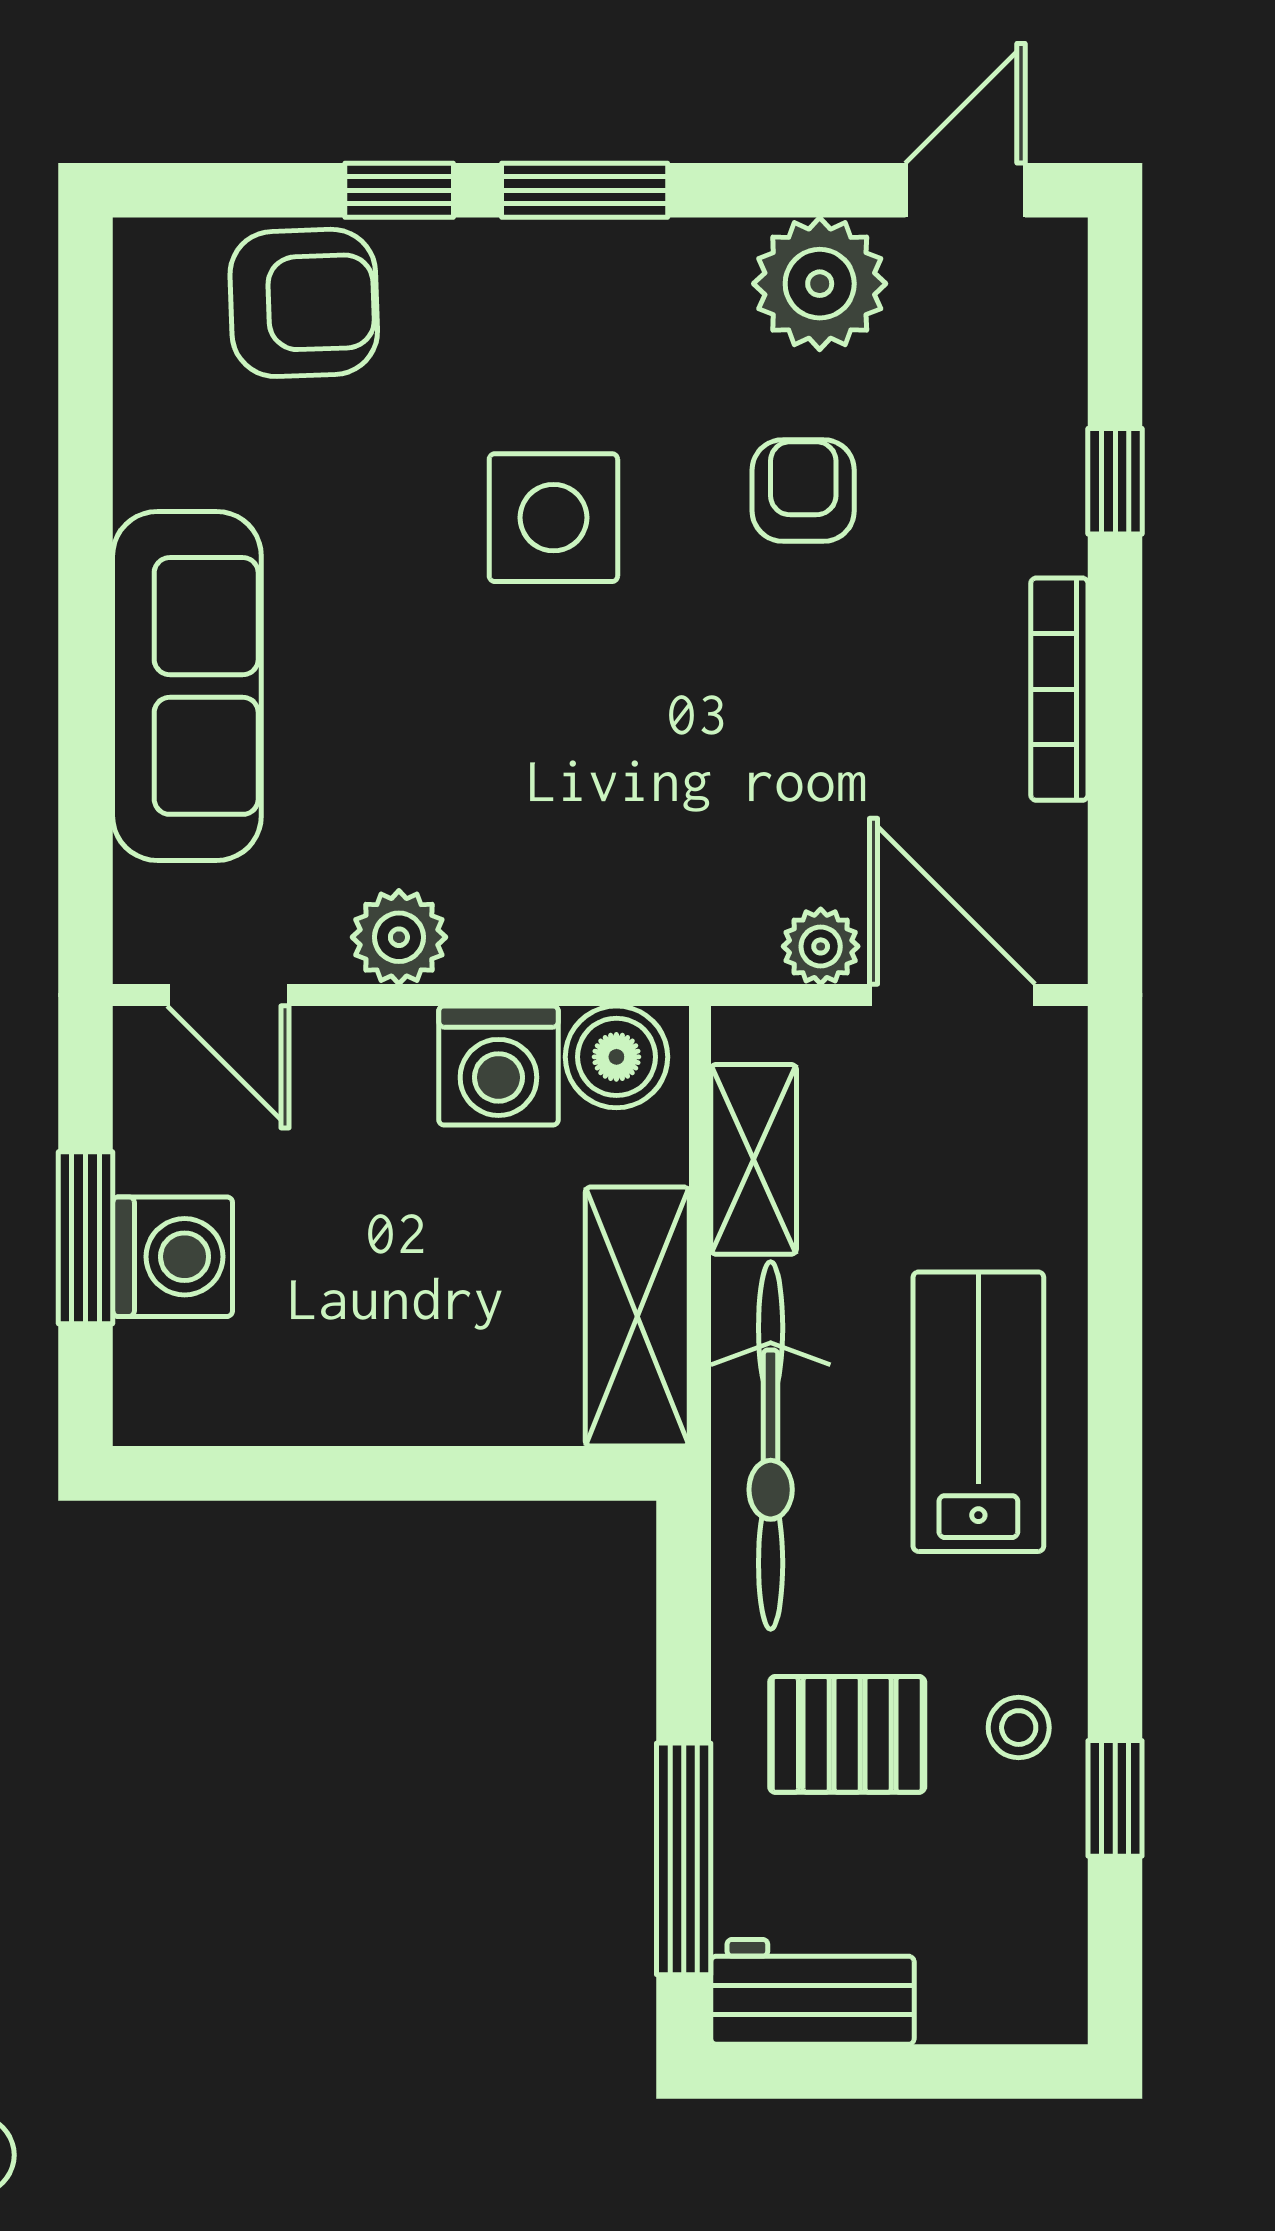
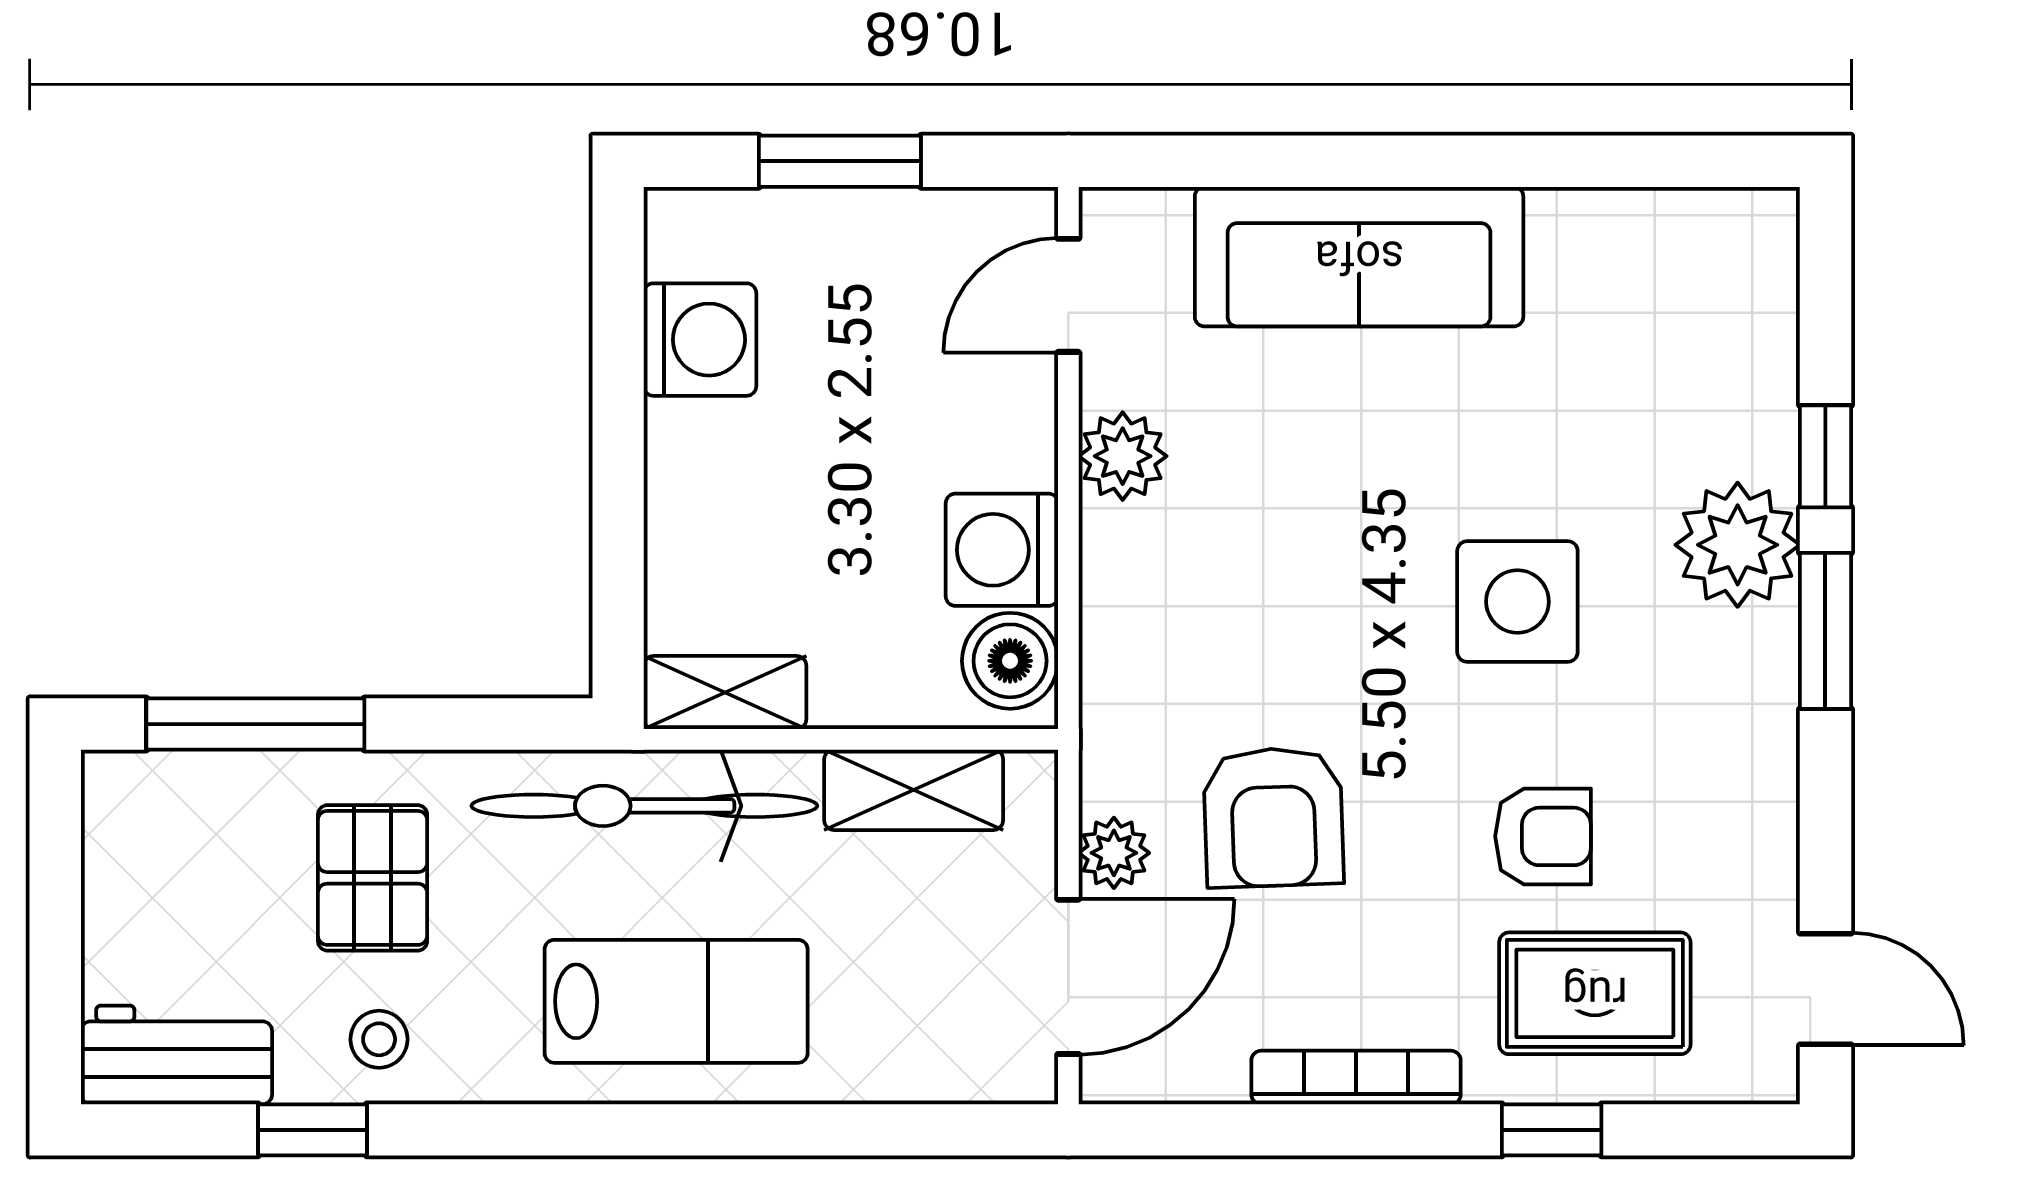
plant: (820, 284) -> (1738, 545), moved
armchair: (304, 303) -> (1273, 817), moved
rug: (970, 435) -> (1595, 993), added
washing machine: (173, 1257) -> (700, 340), moved, turned -90
shelving: (637, 1317) -> (725, 693), width x0.67, depth x0.75
workbench: (812, 1992) -> (176, 1055), moved, turned -90

